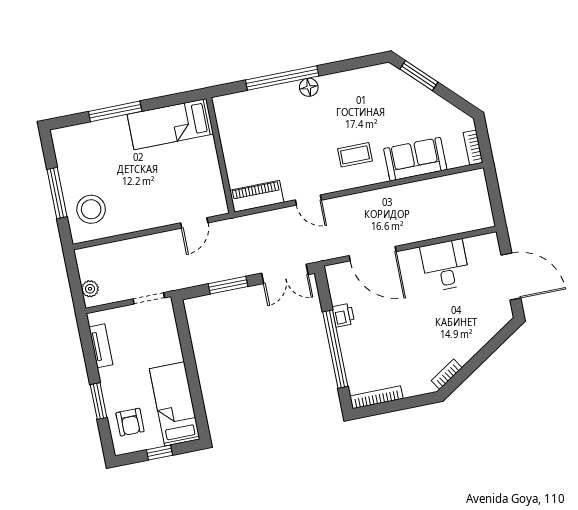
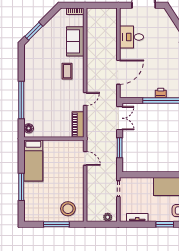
floor lamp: (309, 87) -> (29, 128), moved
printer: (343, 315) -> (161, 93), moved

